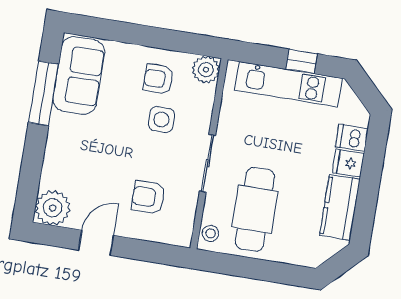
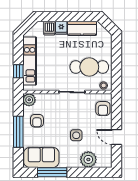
window: (142, 35) -> (18, 132), added
window: (302, 61) -> (18, 71), moved
side table: (161, 120) -> (76, 135), moved
armchair: (148, 197) -> (103, 109), moved
plant: (53, 208) -> (88, 159), moved

